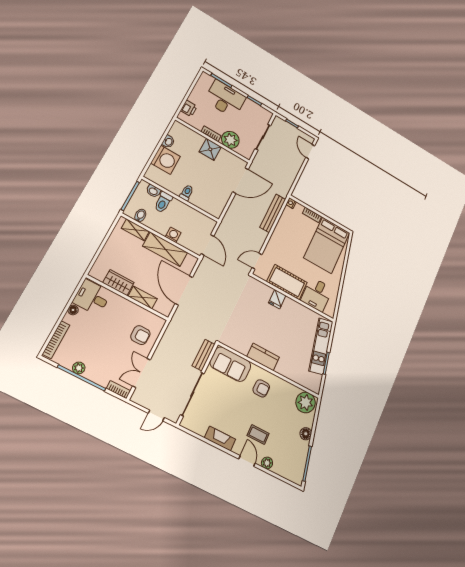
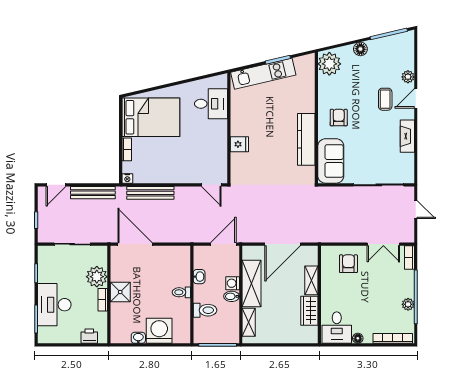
washbasin: (153, 191) -> (199, 277), moved
bidet: (140, 216) -> (232, 296), moved
cot: (287, 282) -> (216, 142), removed
bench: (204, 355) -> (93, 193), moved, width x1.36
kitchen counter: (263, 357) -> (306, 139), width x1.50

